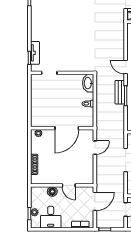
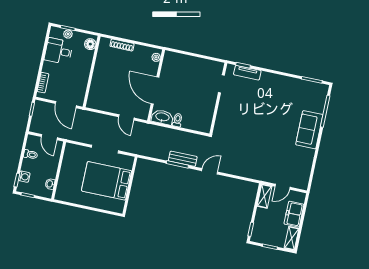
washbasin: (88, 83) -> (162, 117), moved
door: (69, 185) -> (90, 79), removed
floor lamp: (52, 191) -> (90, 44), moved

